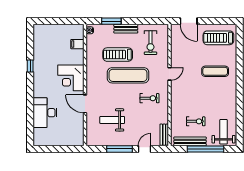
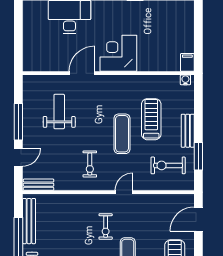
window: (111, 21) -> (198, 156), moved
filing cabinet: (77, 44) -> (187, 62), moved
door: (169, 74) -> (124, 192), swing flipped
exercise mat: (128, 75) -> (122, 134), width x0.73, depth x0.69
exercise bike: (196, 121) -> (106, 227), moved
door: (145, 149) -> (18, 157), hinge flipped

